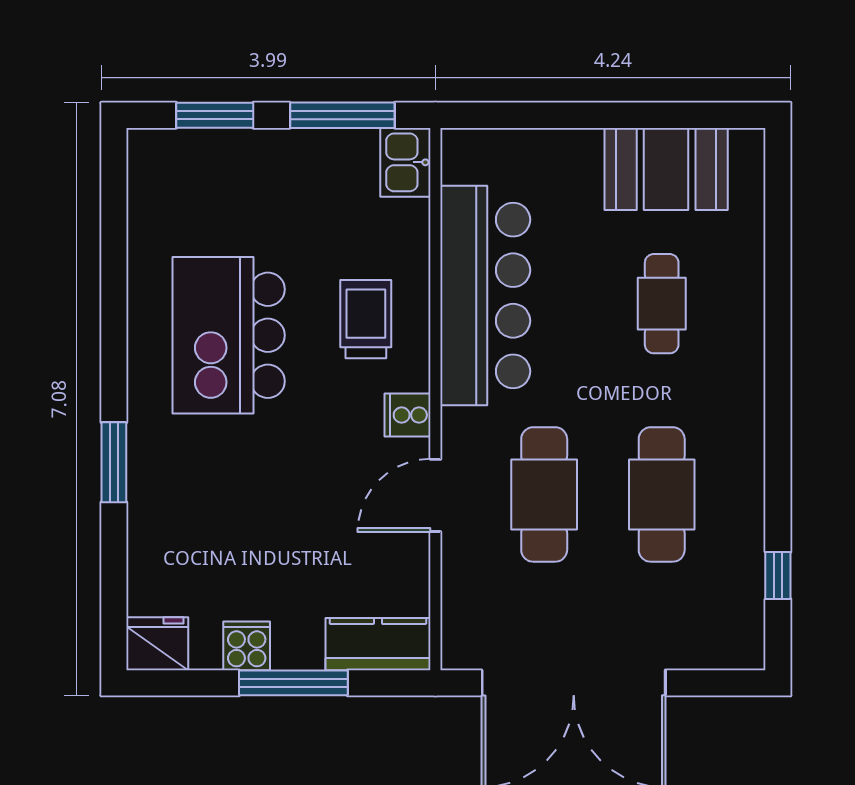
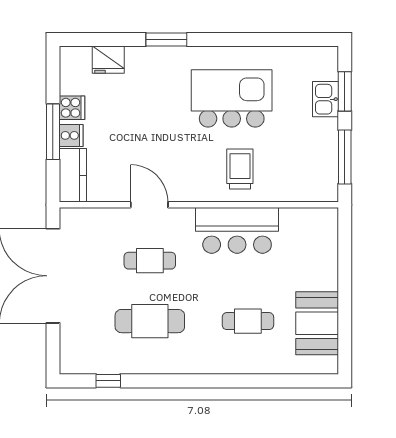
kitchen sink: (405, 162) -> (325, 99), moved, turned -90
bar counter: (485, 295) -> (237, 230), width x0.73
trolley: (366, 319) -> (240, 169), turned -90
cooker: (408, 415) -> (71, 135), moved, turned 90
cafe table: (544, 494) -> (150, 261), width x0.73, depth x0.74
fridge: (157, 644) -> (108, 60), moved, turned 90

